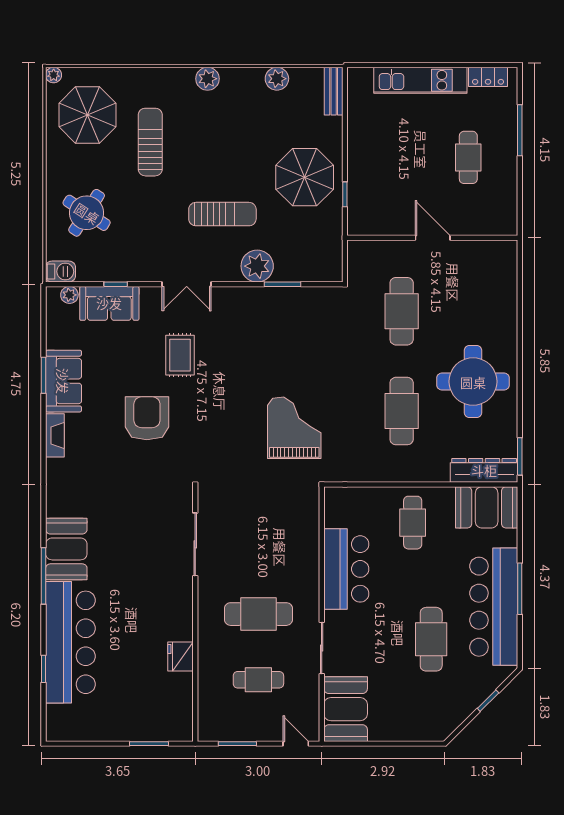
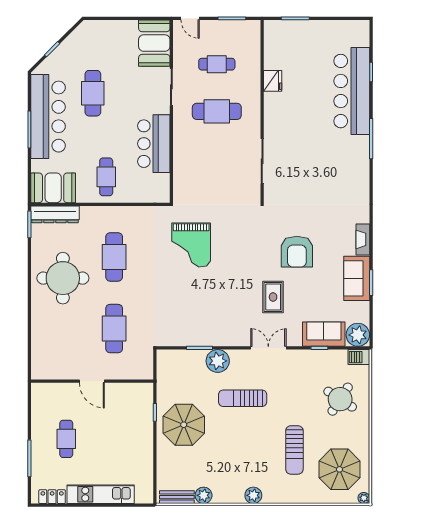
bench: (334, 91) -> (177, 497), moved, turned 90
plant: (69, 295) -> (358, 335), width x1.88, depth x1.88
booth: (66, 549) -> (355, 158), removed

